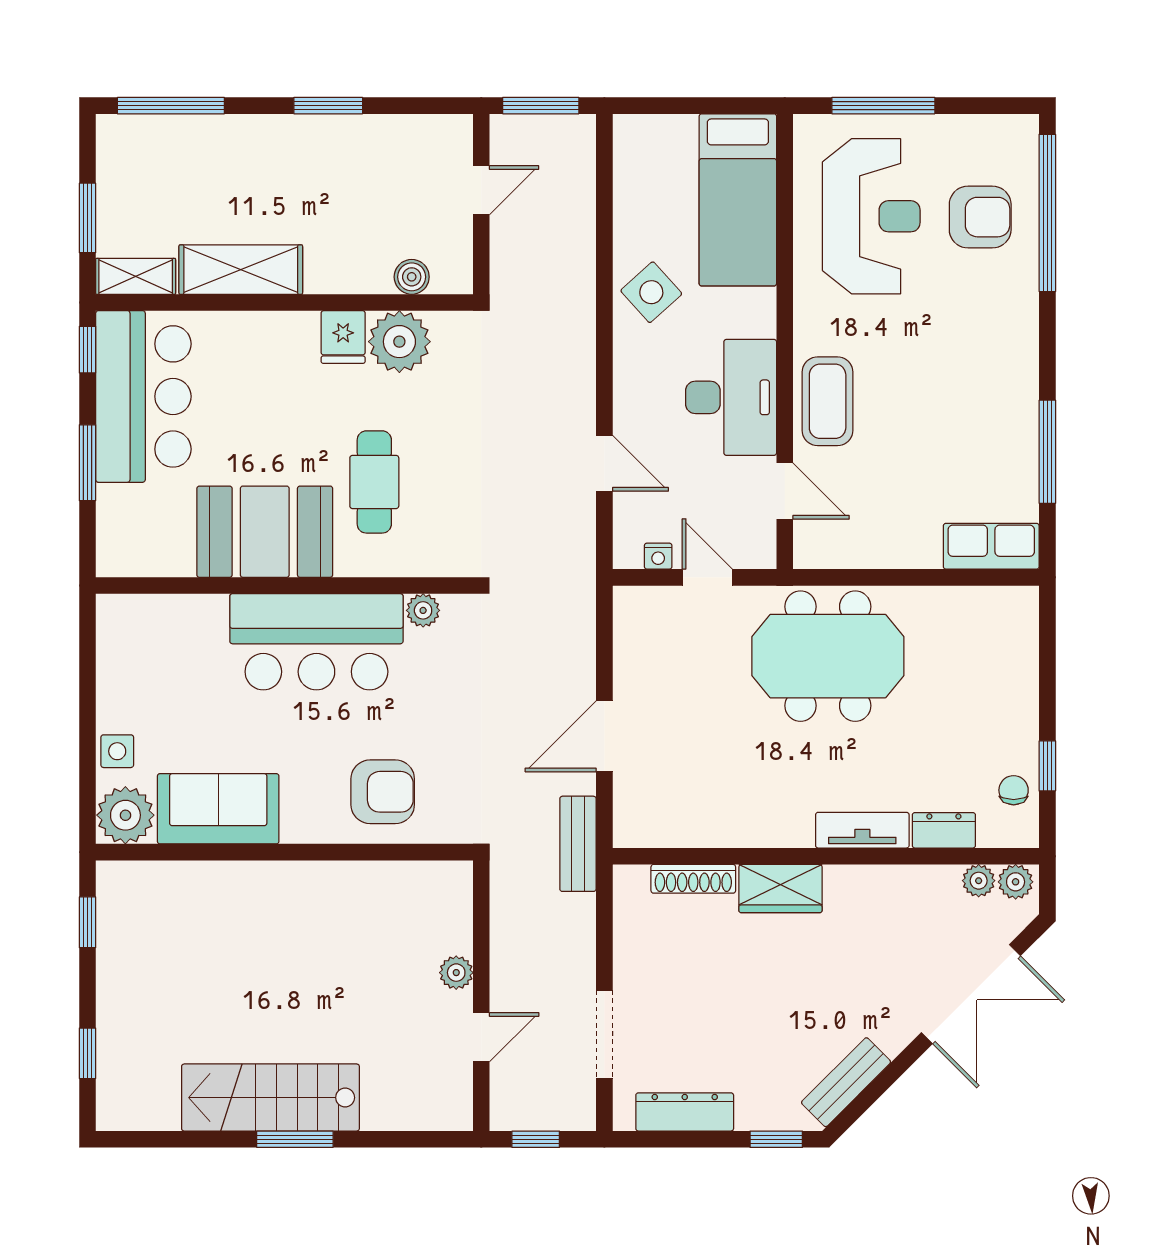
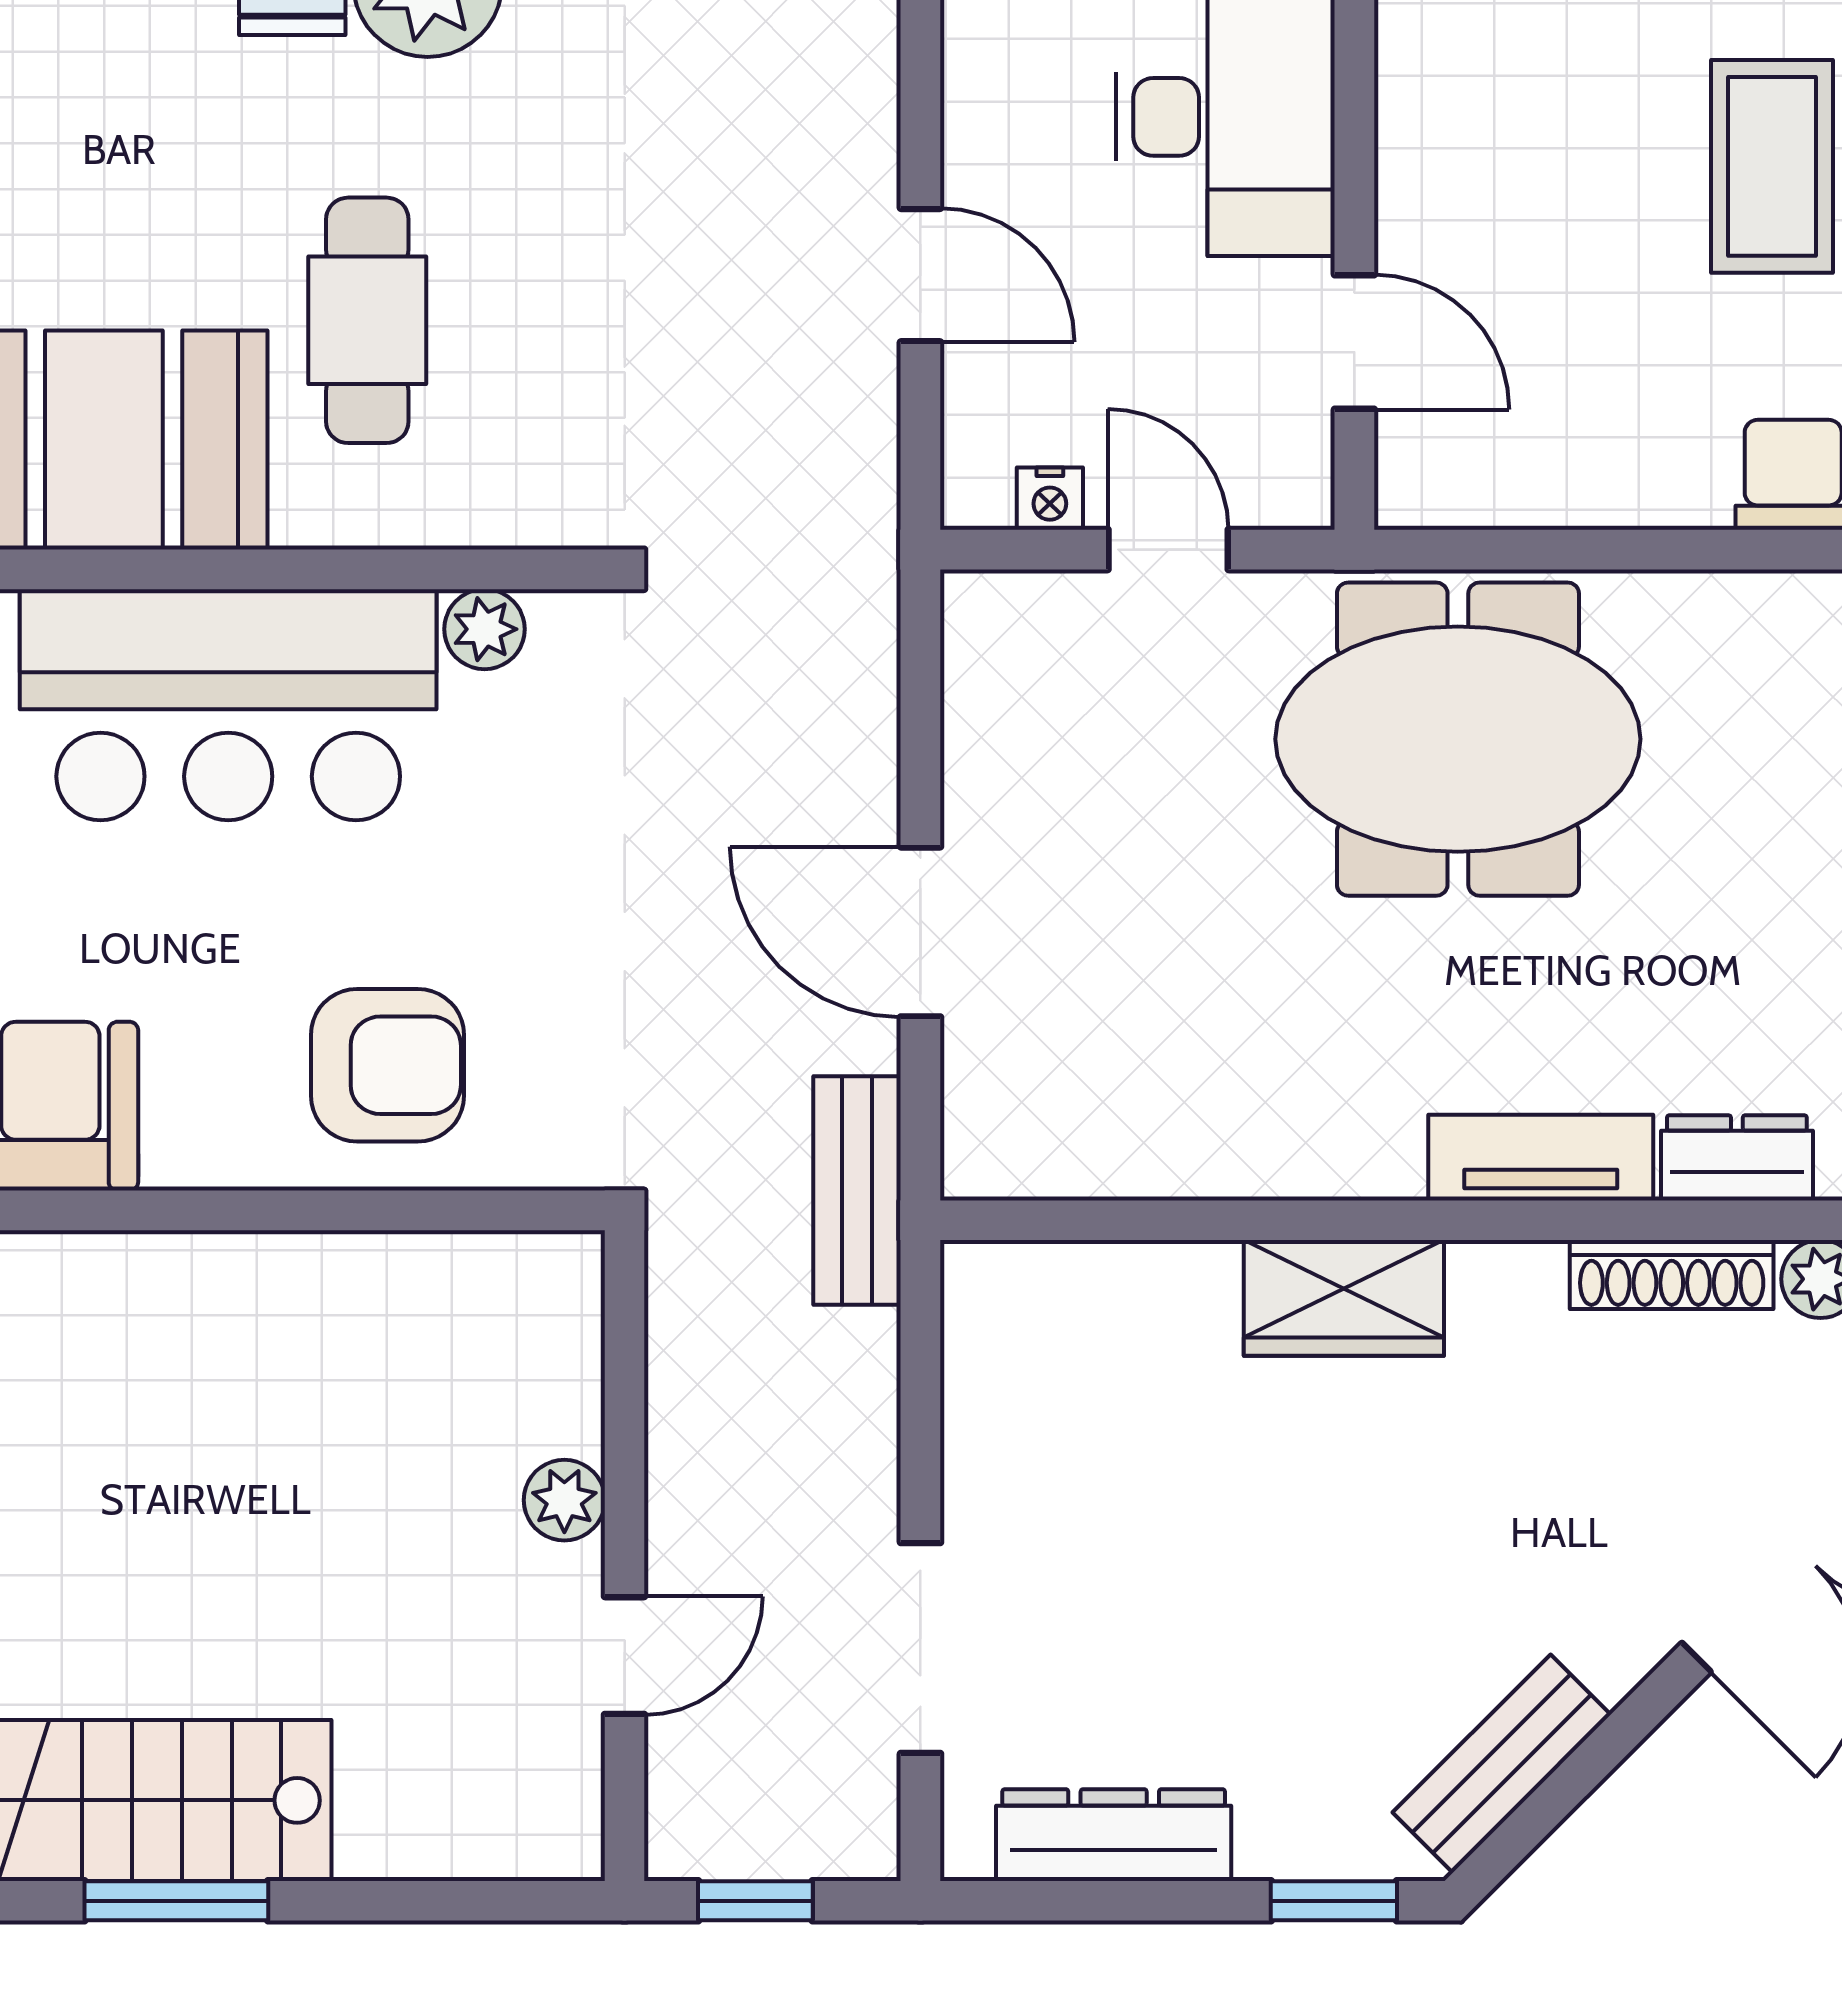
coffee table: (828, 401) -> (1772, 166), moved
door: (604, 736) -> (920, 932), hinge flipped
shoe rack: (693, 879) -> (1672, 1275), moved

